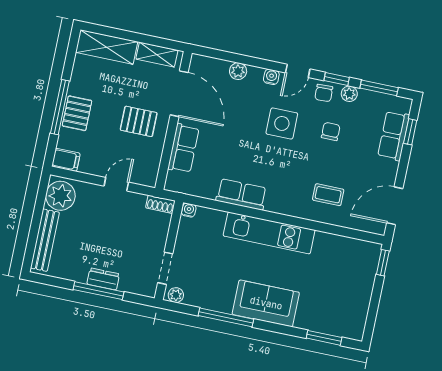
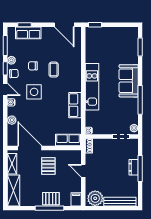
door: (179, 94) -> (30, 148), hinge flipped
row of seats: (183, 148) -> (68, 140), moved
coffee table: (328, 195) -> (54, 70), moved

